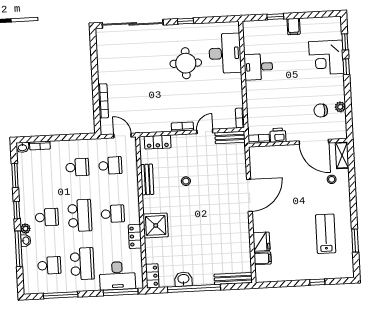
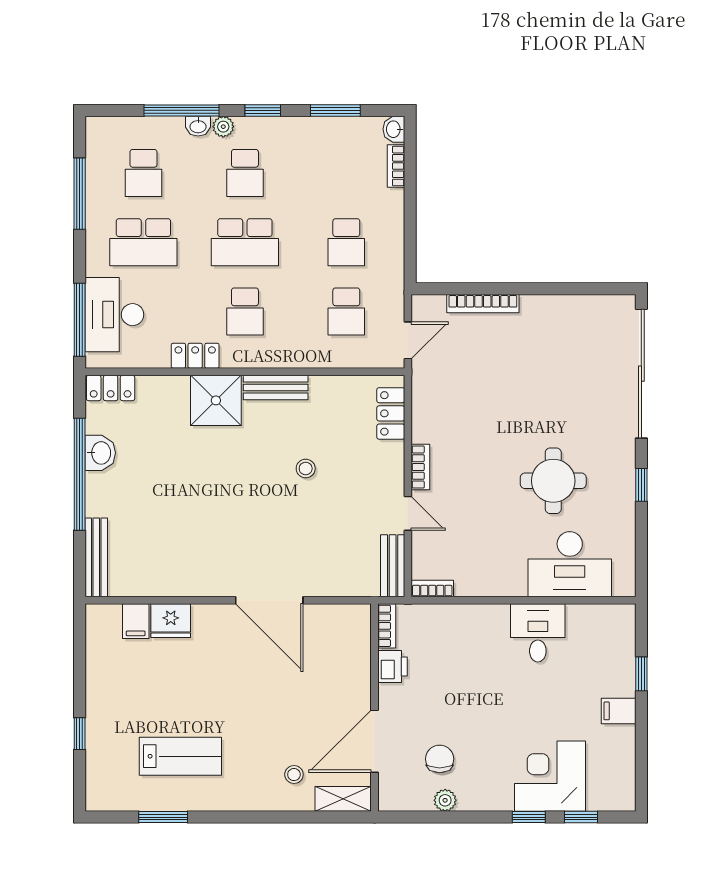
bench: (147, 179) -> (276, 387), moved

